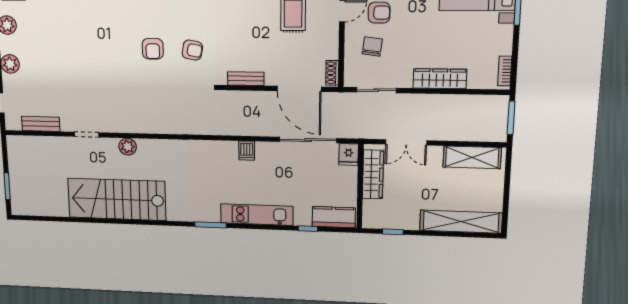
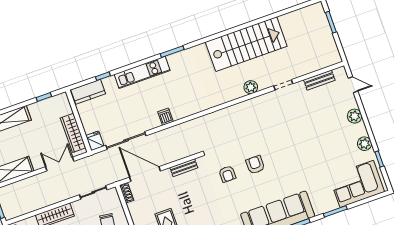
armchair: (192, 50) -> (227, 174), turned -100

